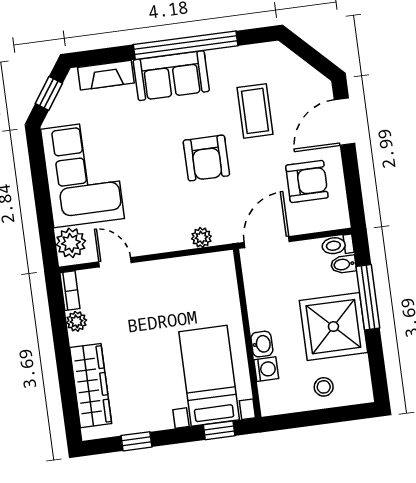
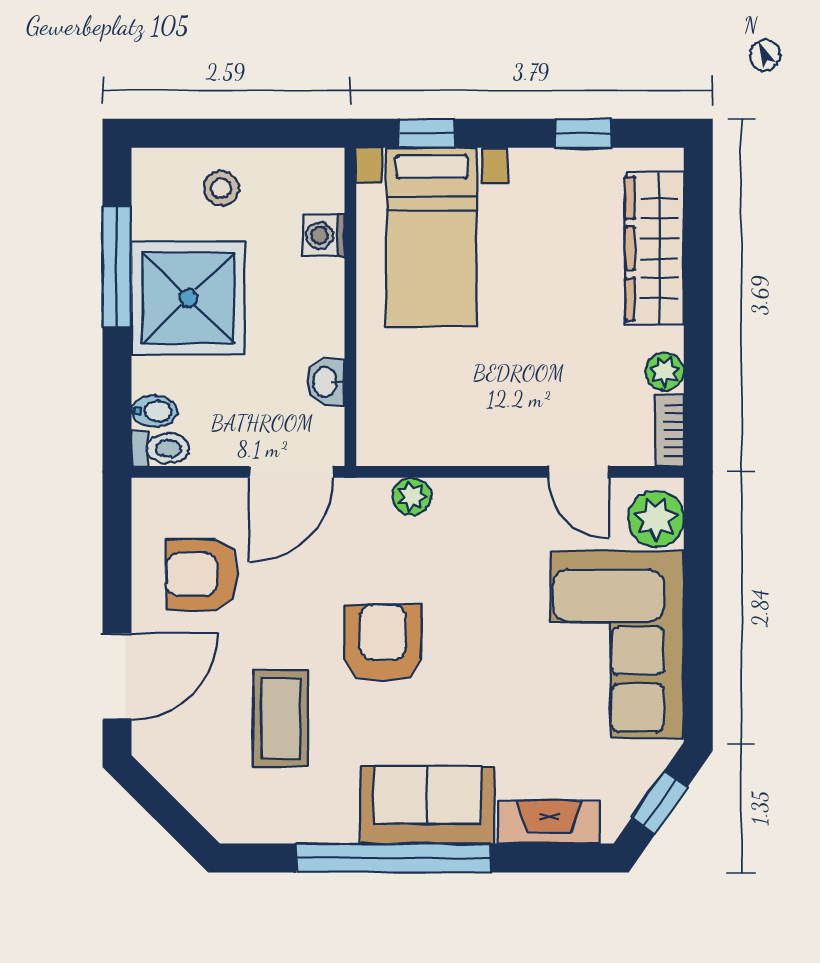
window: (368, 297) -> (117, 268), moved
washbasin: (262, 344) -> (326, 382), moved

